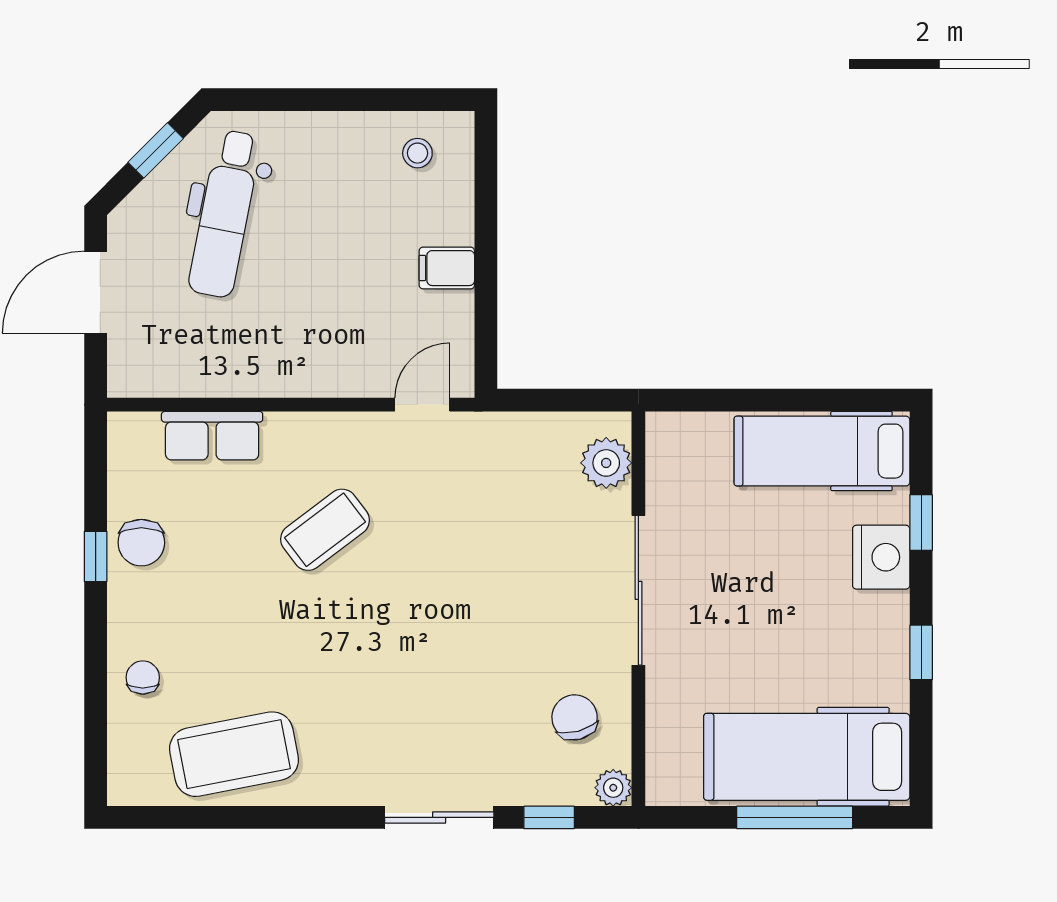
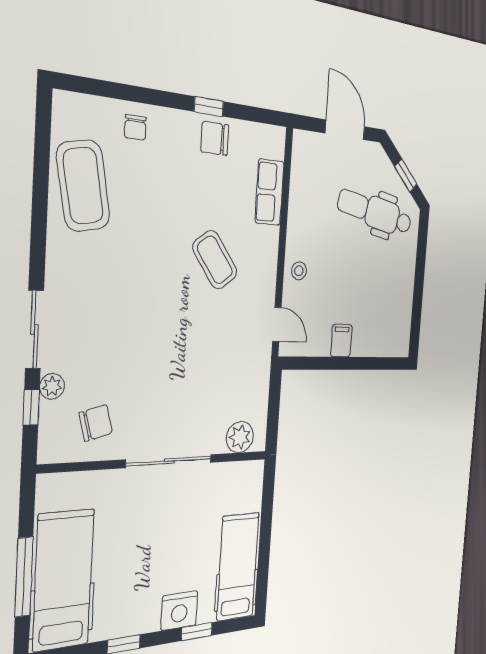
stool: (417, 153) -> (299, 271), moved
chair: (143, 677) -> (135, 127), turned 90
plant: (613, 788) -> (52, 386), moved

